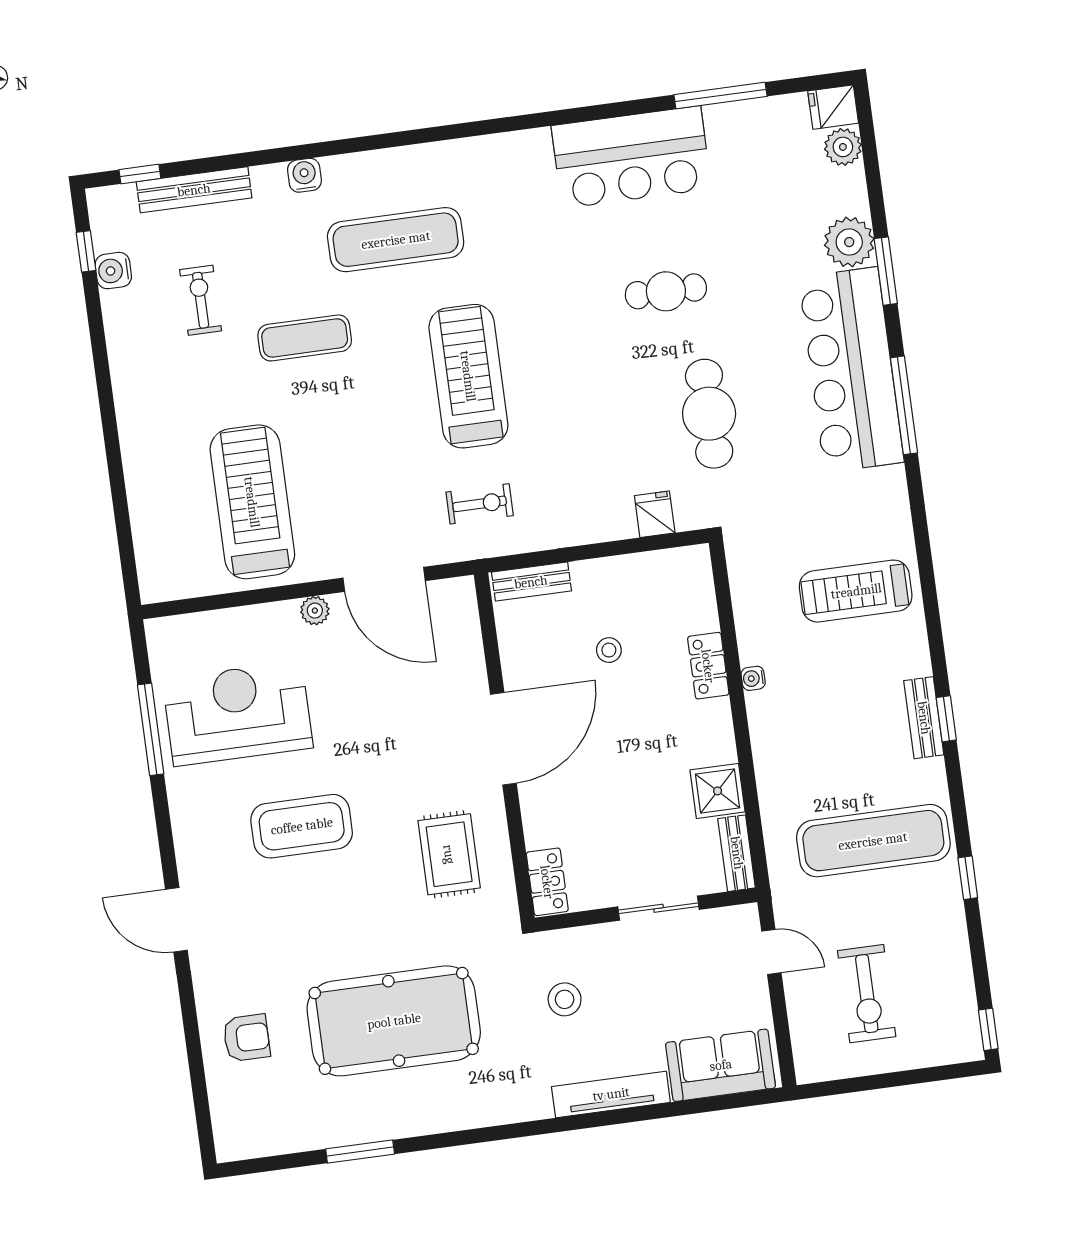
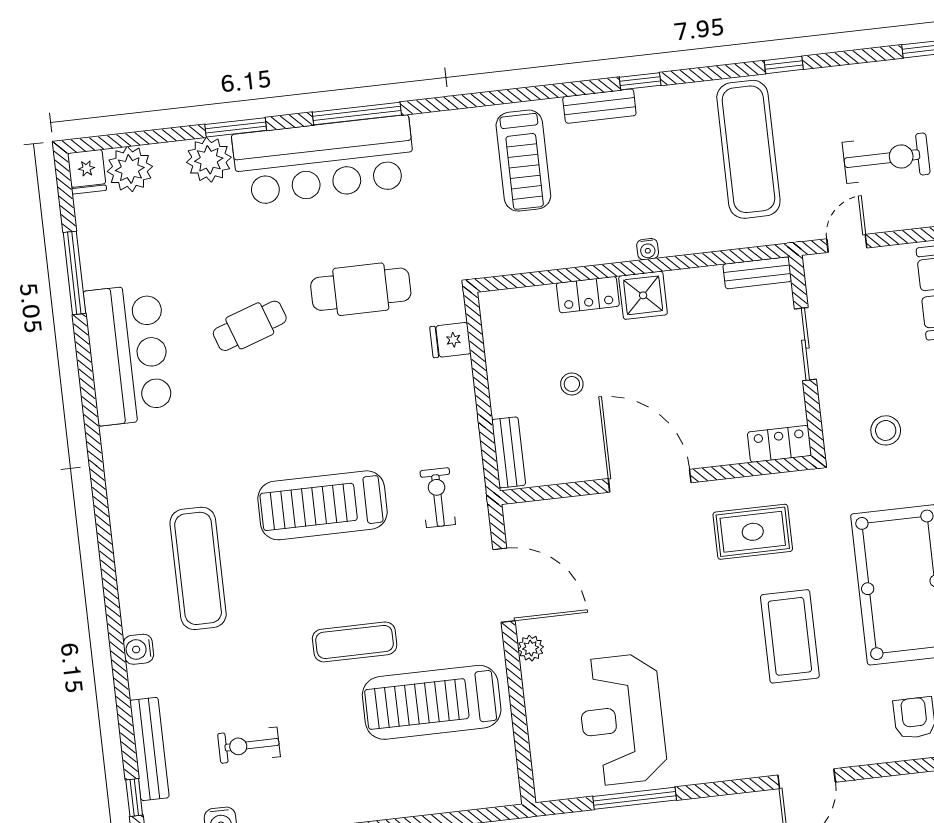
plant: (843, 147) -> (130, 169), width x1.36, depth x1.36
cafe table: (666, 291) -> (250, 326), turned 71
exercise mat: (305, 338) -> (355, 642), moved, turned 90
door: (384, 579) -> (504, 585), hinge flipped
water cooler: (753, 678) -> (648, 249), moved
bench: (924, 718) -> (599, 106), moved
shower: (718, 791) -> (643, 295), moved
coffee table: (302, 826) -> (790, 636), moved

